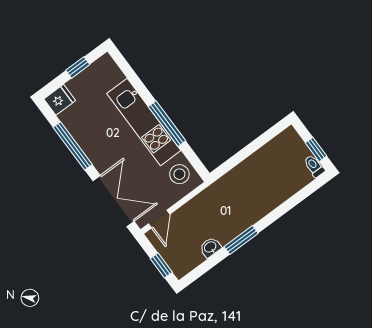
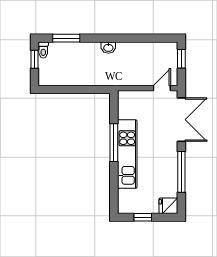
stool: (179, 174) -> (129, 106), removed
double door: (114, 201) -> (181, 120), swing flipped
window: (241, 240) -> (66, 38), moved
washbasin: (210, 247) -> (108, 48), moved

